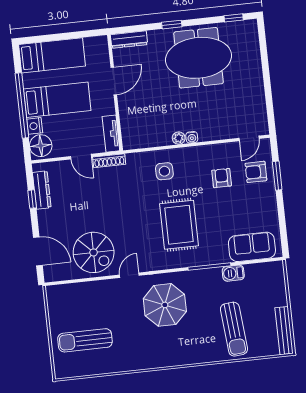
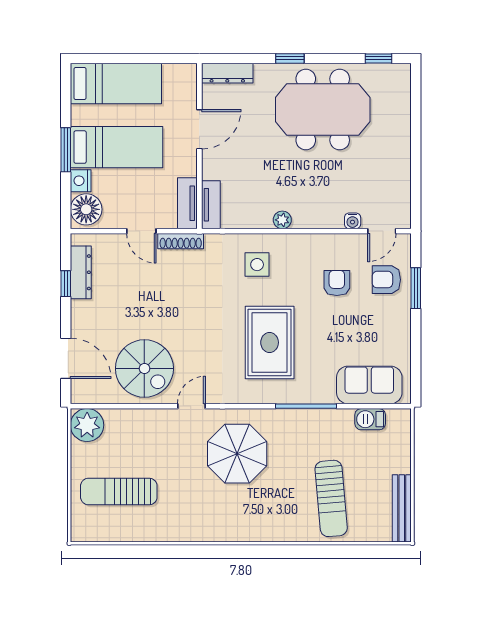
window: (22, 105) -> (66, 150), width x0.47
tv unit: (128, 133) -> (211, 205), added
water cooler: (192, 137) -> (353, 221), moved
barbecue: (233, 273) -> (370, 419), moved
plant: (58, 296) -> (87, 425), added

